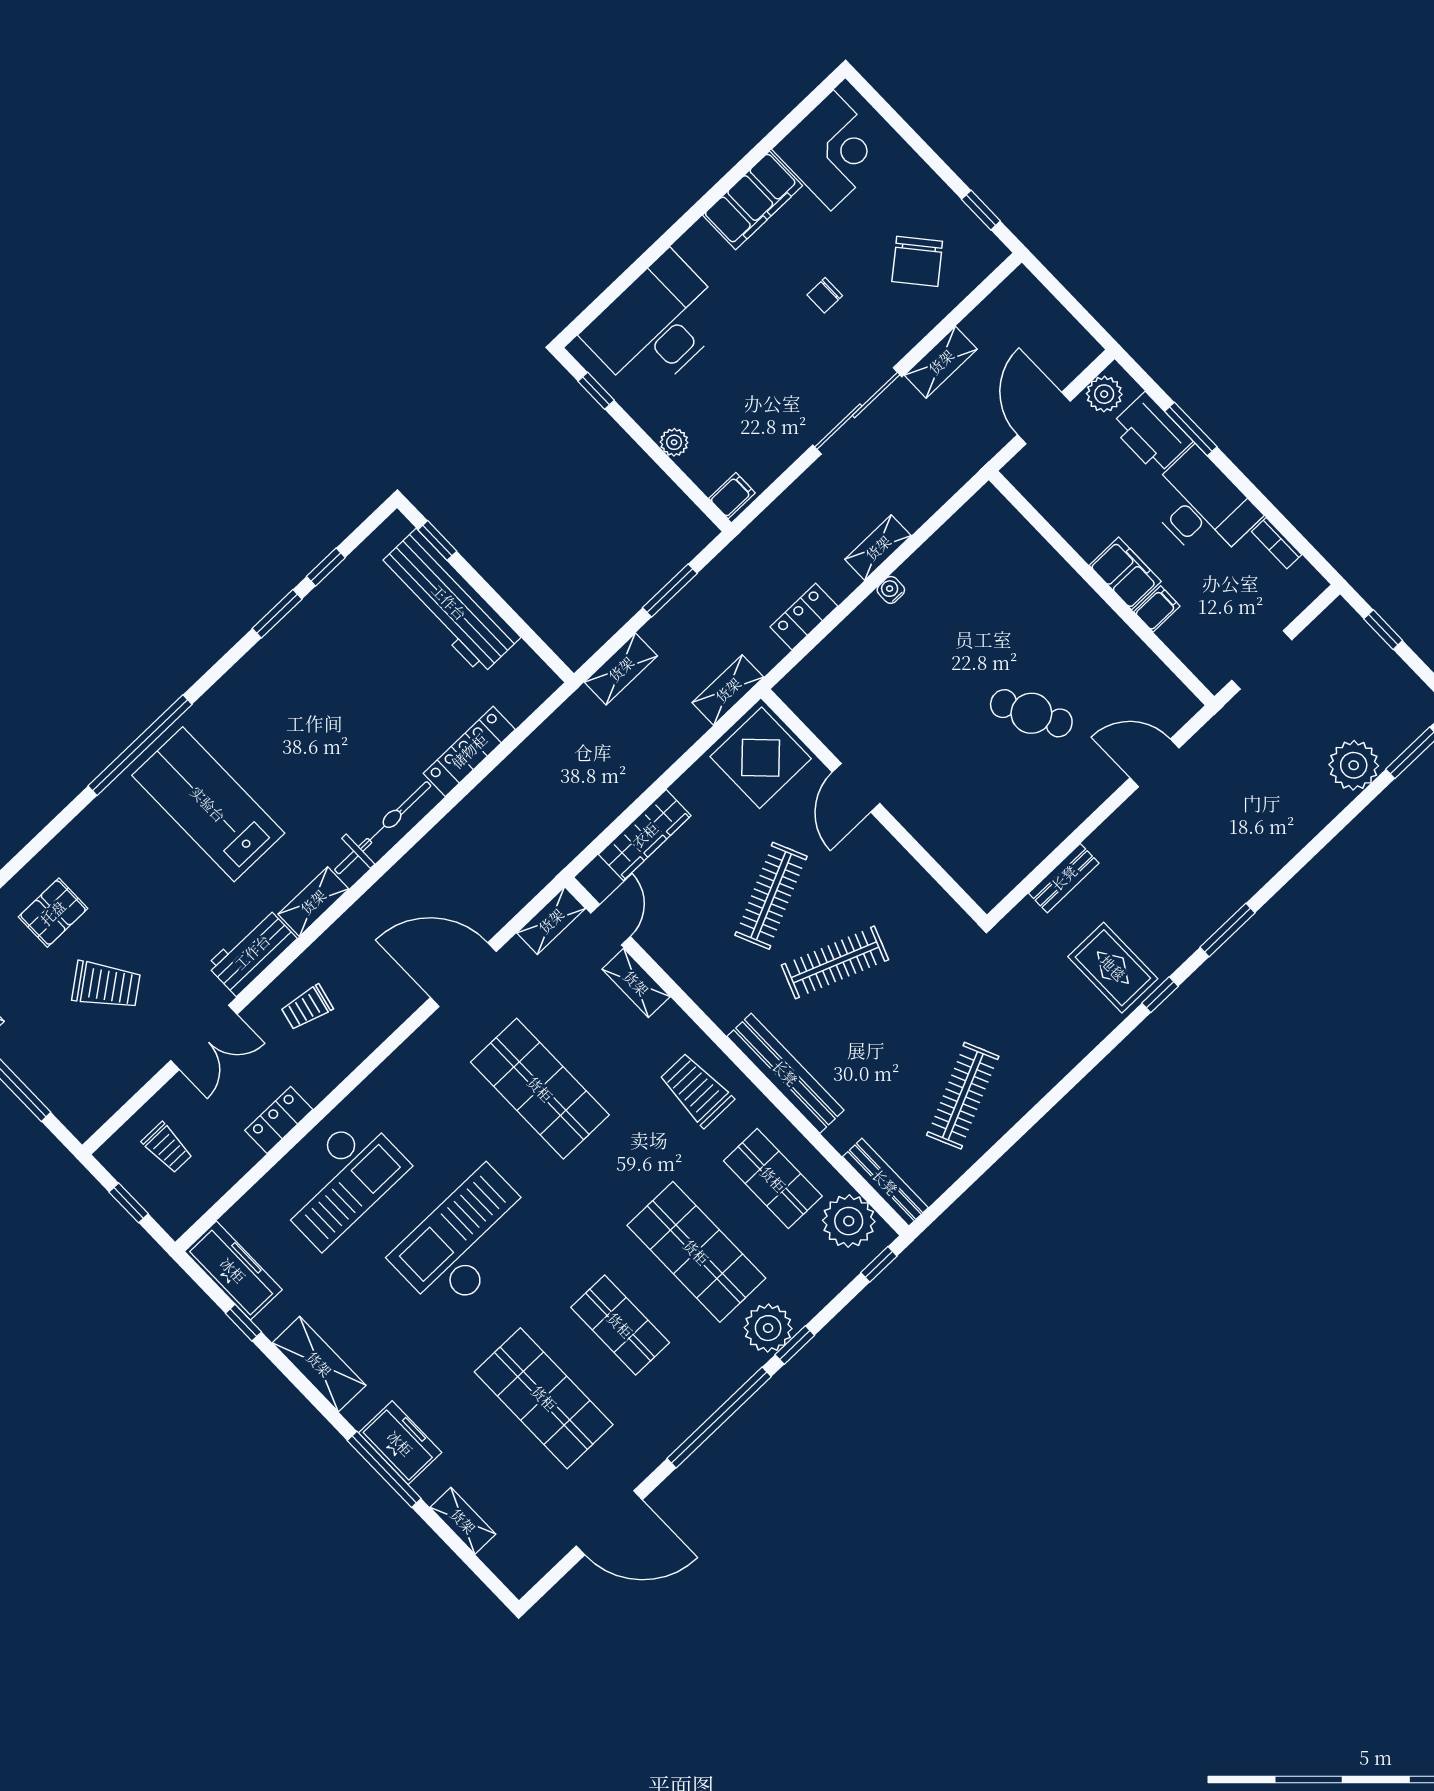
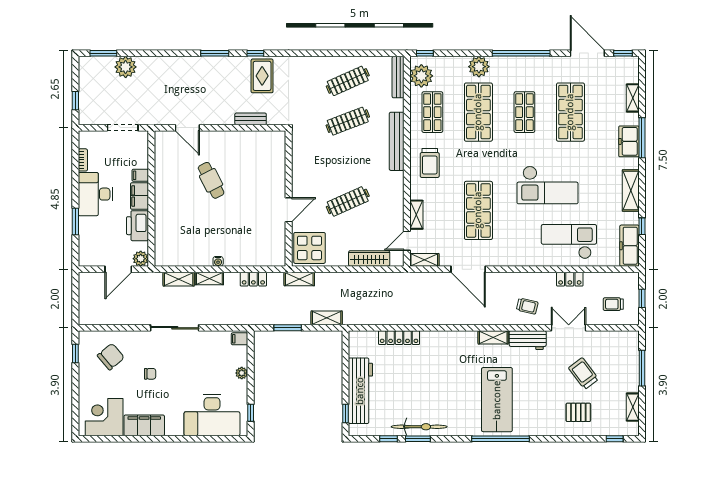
shelving: (941, 362) -> (179, 279), moved
plant: (1104, 394) -> (141, 259), moved
printer: (1151, 433) -> (138, 226), moved, turned 180
bicycle: (383, 828) -> (419, 427), moved, turned 180
clothes rail: (835, 962) -> (348, 121), moved, turned -42
trolley: (167, 1148) -> (613, 304), turned -90
window: (795, 1345) -> (623, 53), moved

